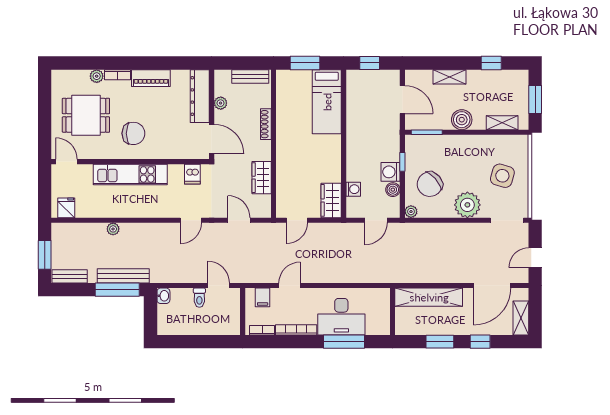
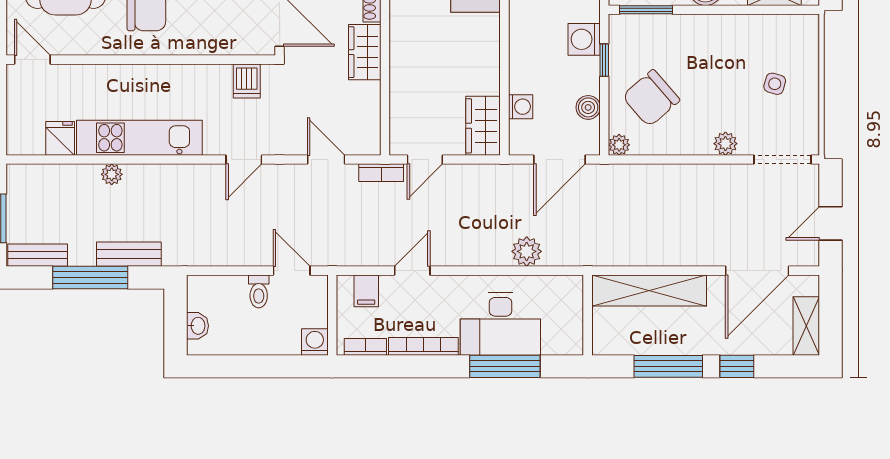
washing machine: (390, 172) -> (584, 39), moved
kitchen unit: (130, 174) -> (139, 138), moved, turned 180
side table: (502, 176) -> (775, 84), width x0.54, depth x0.54
wardrobe: (262, 178) -> (365, 52), moved
plant: (467, 205) -> (725, 144), width x0.53, depth x0.53
fridge: (66, 208) -> (60, 138), moved
door: (376, 220) -> (560, 160), width x1.38
bookcase: (271, 228) -> (381, 173), added
plant: (357, 274) -> (527, 251), added
bench: (123, 276) -> (129, 254), width x0.73
window: (117, 290) -> (90, 278), moved
washbasin: (163, 296) -> (197, 326), moved
washing machine: (232, 327) -> (315, 342), added
window: (440, 342) -> (668, 366), width x1.44

